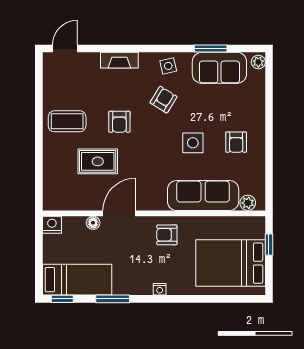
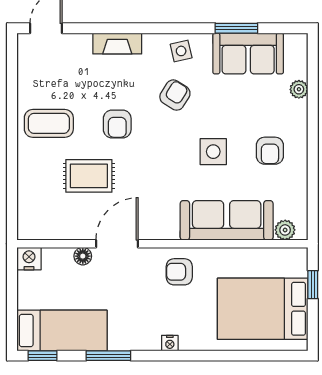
plant: (258, 62) -> (299, 89), moved

